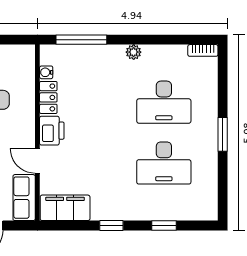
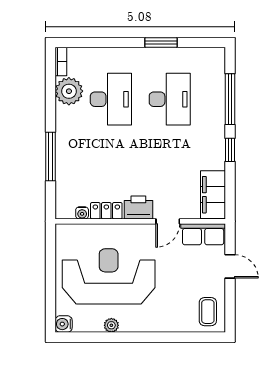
window: (81, 40) -> (51, 157), moved
plant: (134, 52) -> (69, 91), moved, width x1.88, depth x1.88
window: (223, 134) -> (161, 42), moved
window: (164, 225) -> (230, 99), width x2.17

